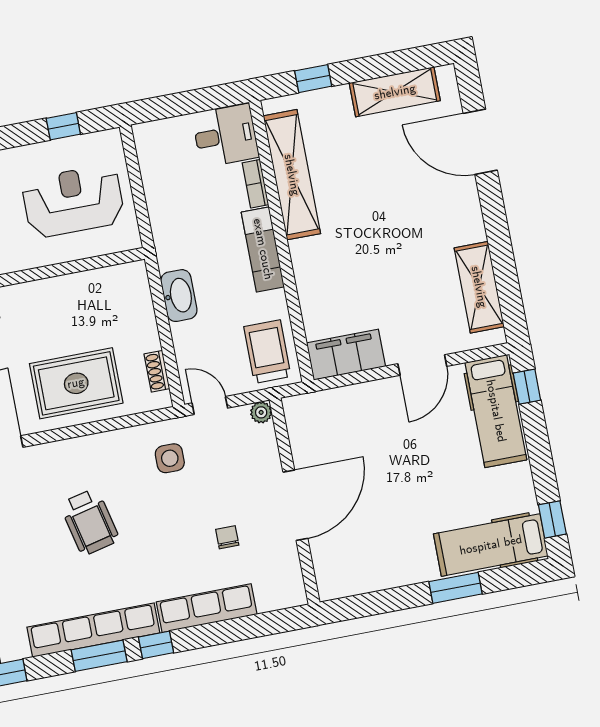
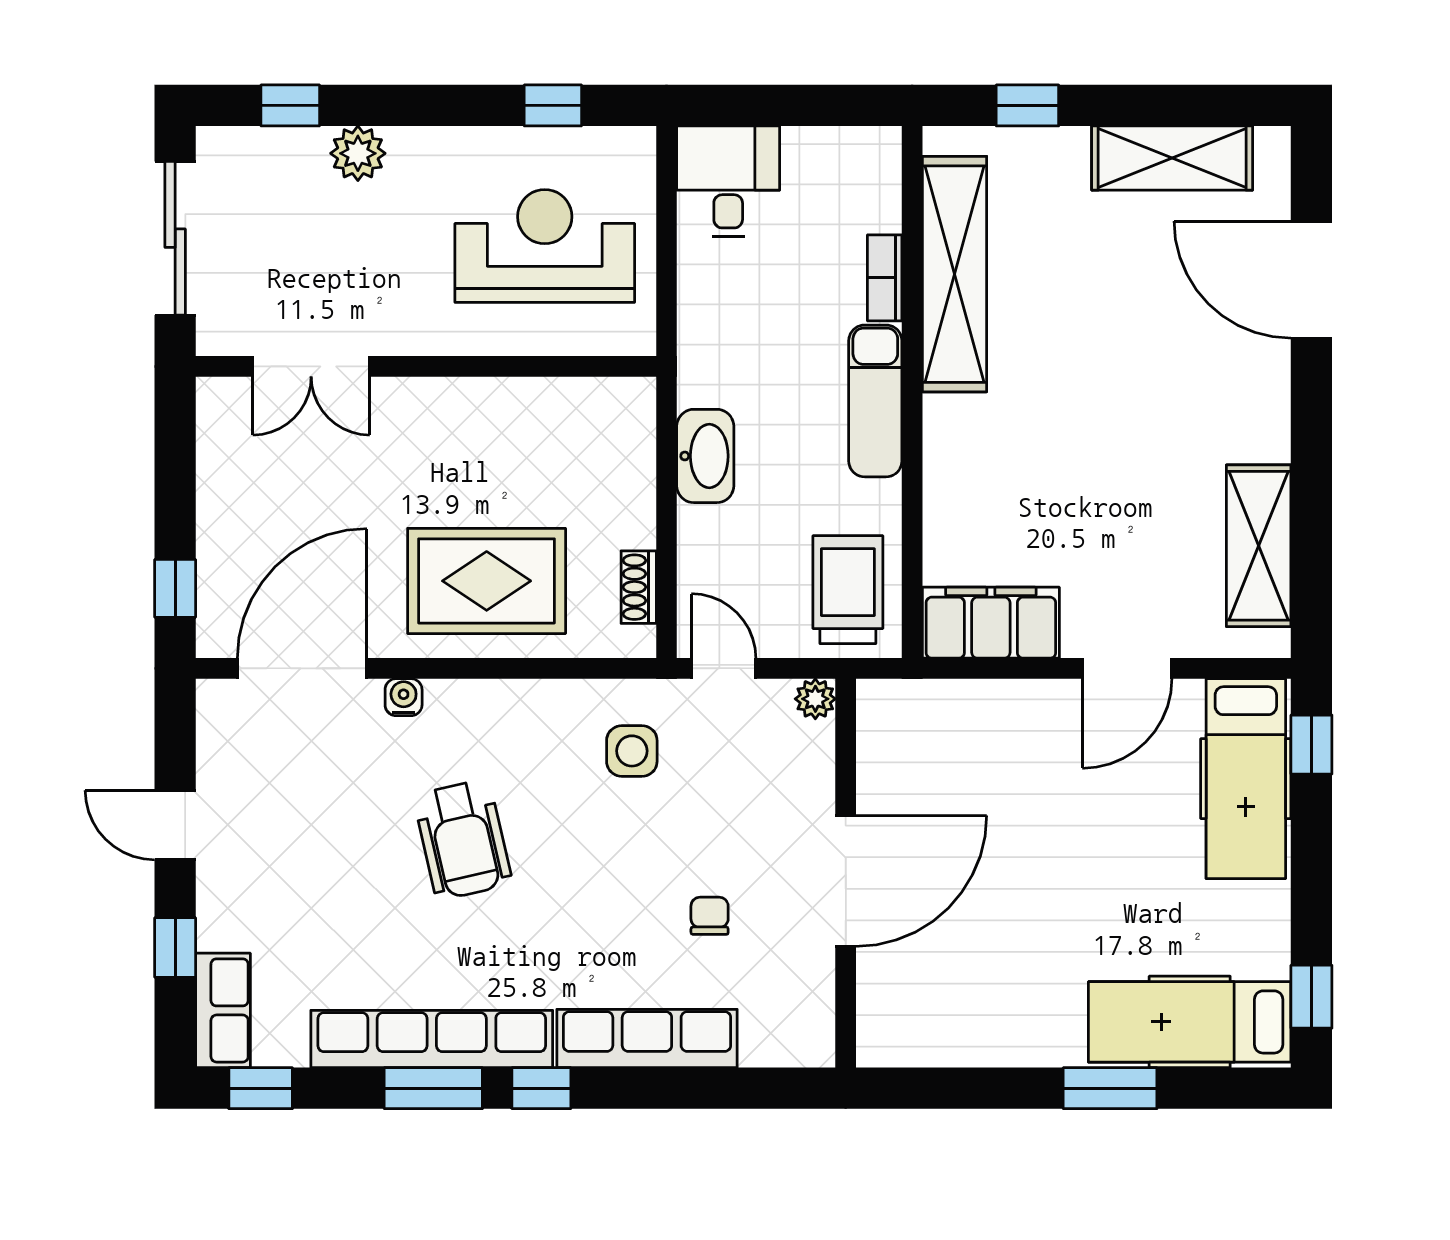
desk: (225, 136) -> (728, 181), moved, turned -90
water cooler: (44, 453) -> (404, 697), added

